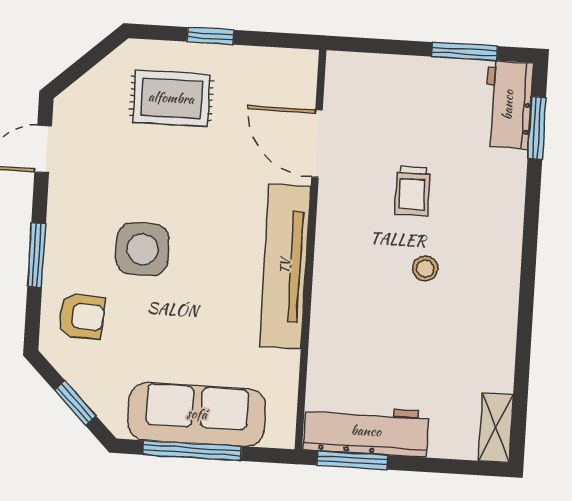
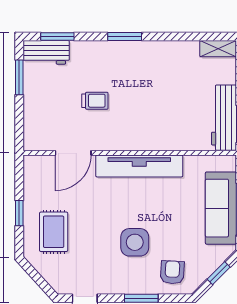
window: (529, 254) -> (125, 37), added
stool: (425, 268) -> (136, 91), removed

